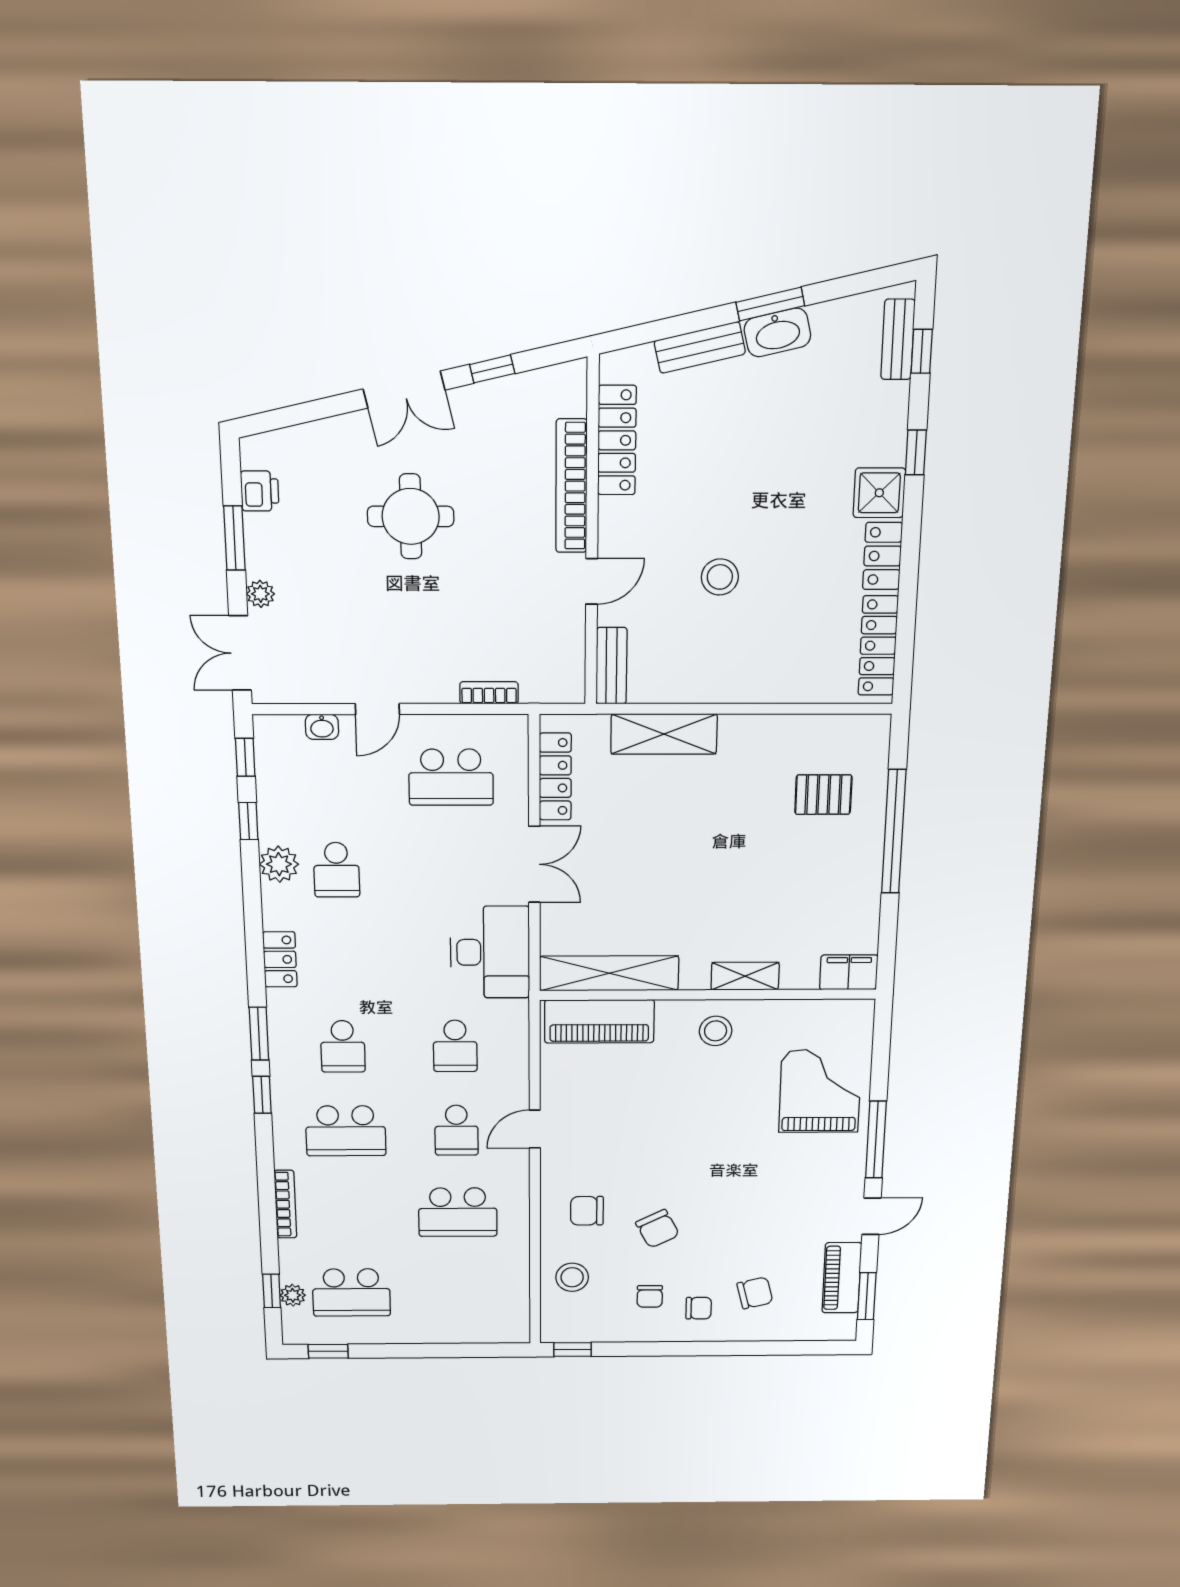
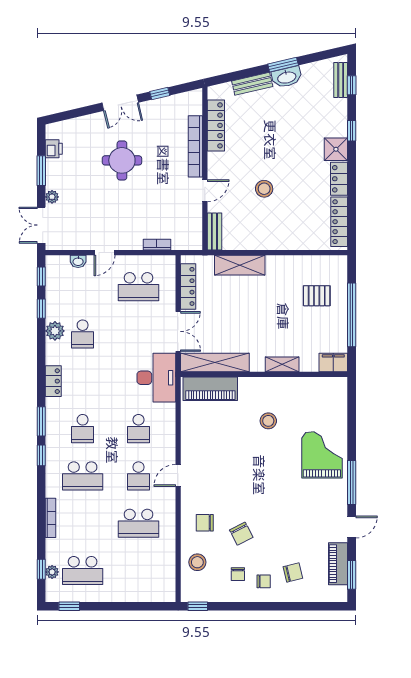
filing cabinet: (849, 972) -> (333, 362), moved
shelving: (609, 973) -> (215, 363), moved
shelving: (745, 976) -> (282, 364), moved
wall: (708, 995) -> (264, 374), moved
piano: (599, 1021) -> (210, 389), moved

